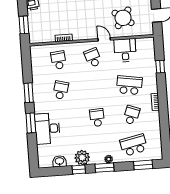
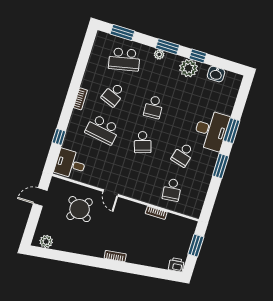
desk: (125, 50) -> (70, 164), moved, turned 90
school desk: (93, 58) -> (143, 142), moved
desk: (47, 129) -> (211, 130), moved

